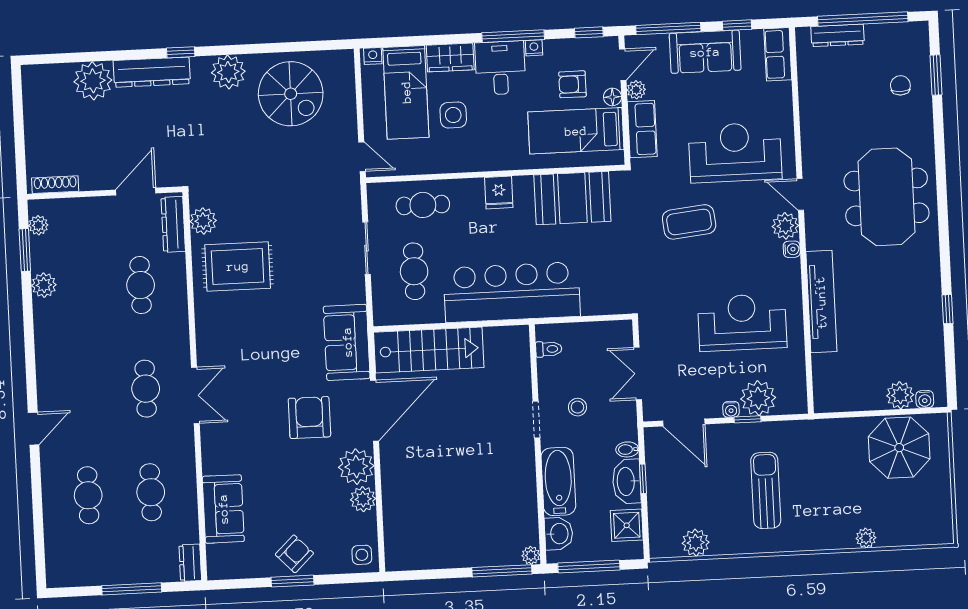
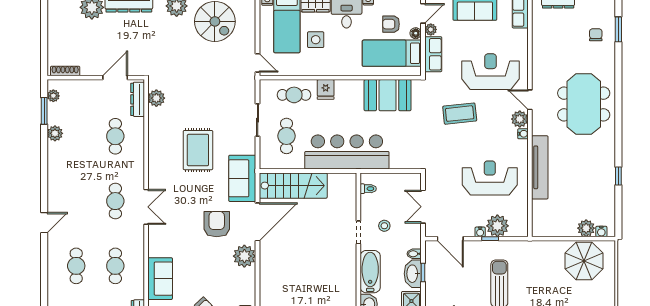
fridge: (499, 193) -> (326, 89), moved
rug: (238, 266) -> (198, 150), moved, turned 90
plant: (363, 499) -> (248, 277), removed

